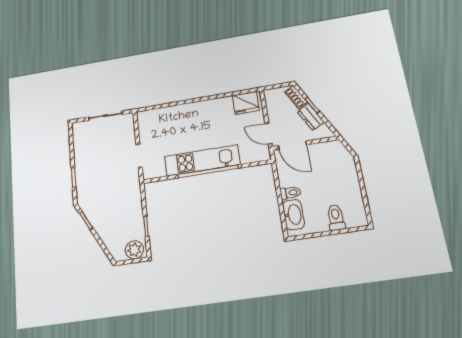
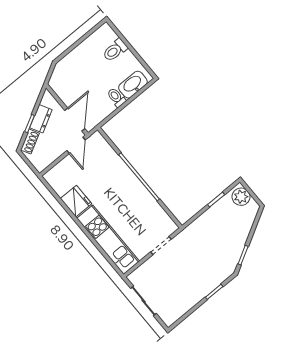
fridge: (246, 103) -> (76, 201), moved
kitchen unit: (202, 160) -> (108, 240), moved, turned 180

